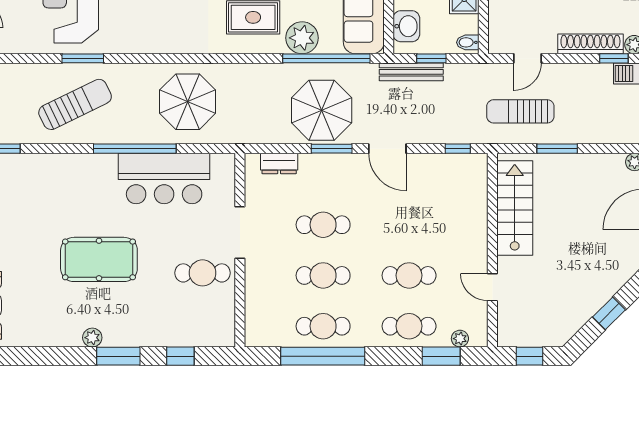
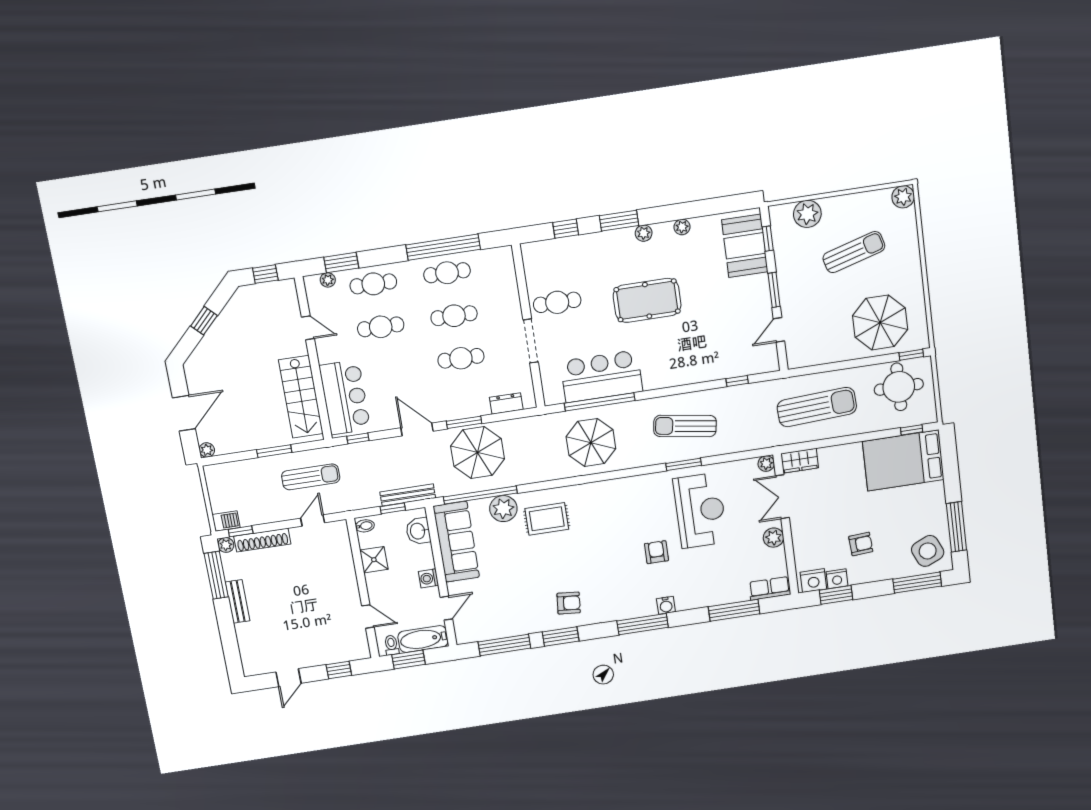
sun lounger: (75, 104) -> (685, 426), turned 35
window: (135, 149) -> (600, 402), moved
bar counter: (464, 199) -> (345, 397), added
plant: (48, 338) -> (682, 227), added

